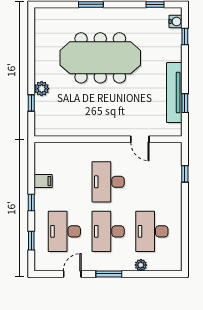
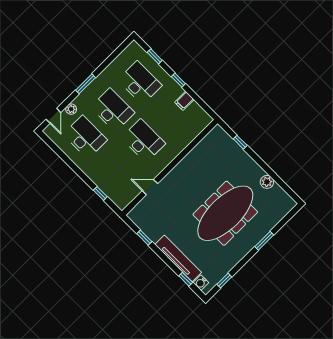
plant: (42, 89) -> (267, 182), moved
tv unit: (174, 93) -> (178, 258), moved
door: (72, 274) -> (53, 116), moved

